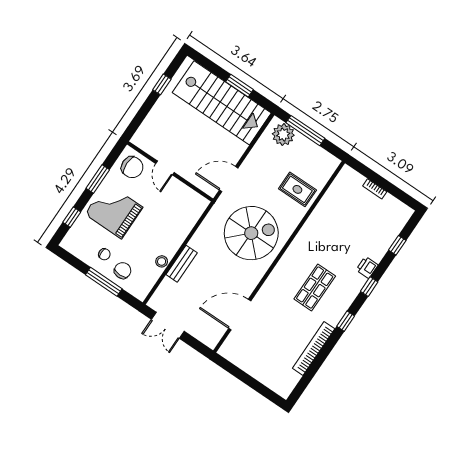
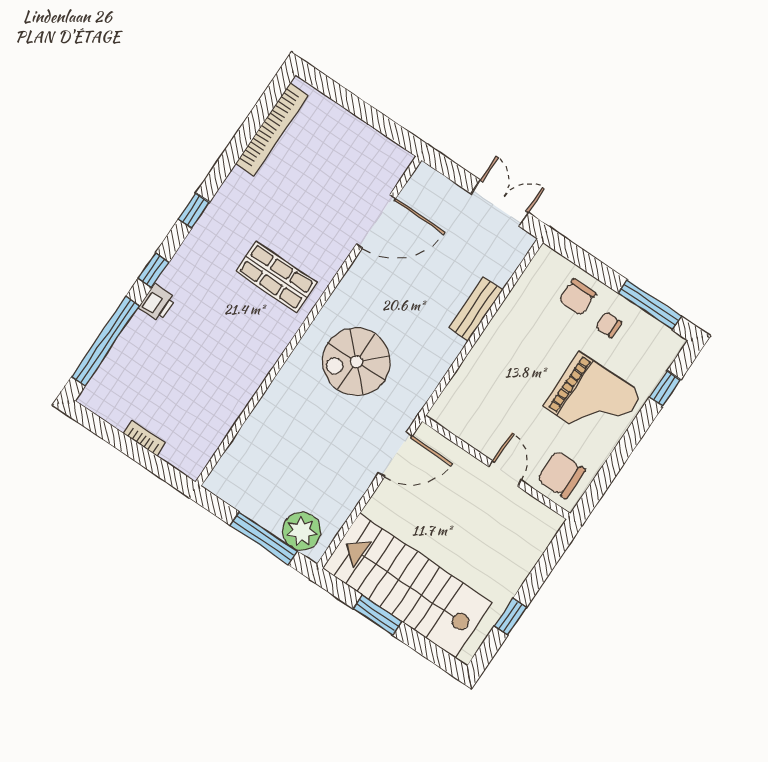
window: (98, 179) -> (620, 454), removed
rug: (297, 189) -> (277, 437), removed
spiral stairs: (251, 233) -> (356, 362), width x0.73, depth x0.73
window: (397, 245) -> (105, 341), width x3.17
stool: (162, 261) -> (510, 313), removed
window: (104, 282) -> (650, 305), moved
shop shelf: (315, 288) -> (276, 277), moved, turned 90
bookcase: (314, 349) -> (272, 130), moved

